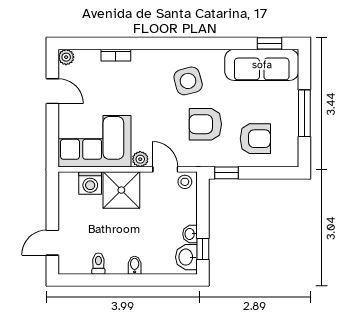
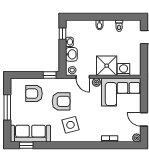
washbasin: (186, 257) -> (71, 54), moved

